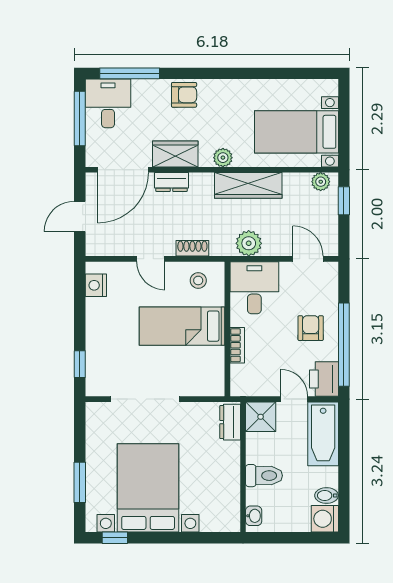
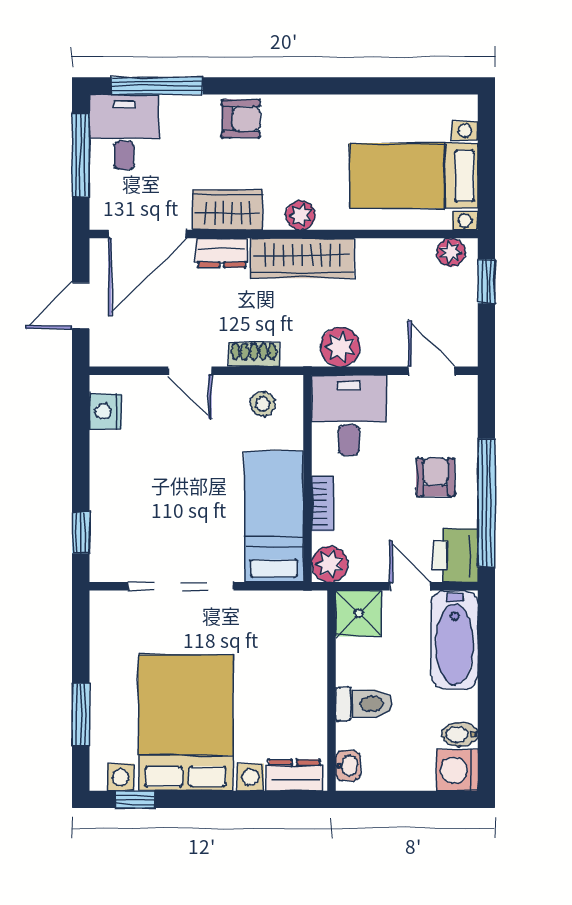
wardrobe: (248, 185) -> (302, 258), moved
bed: (182, 326) -> (274, 517), moved, turned 90
plant: (242, 385) -> (330, 564), added
dresser: (230, 422) -> (294, 775), moved, turned 90

